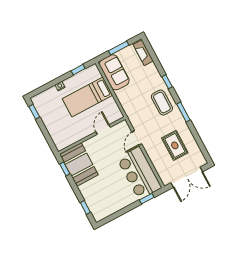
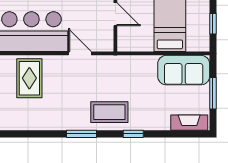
rug: (175, 145) -> (29, 78), moved, turned 90

